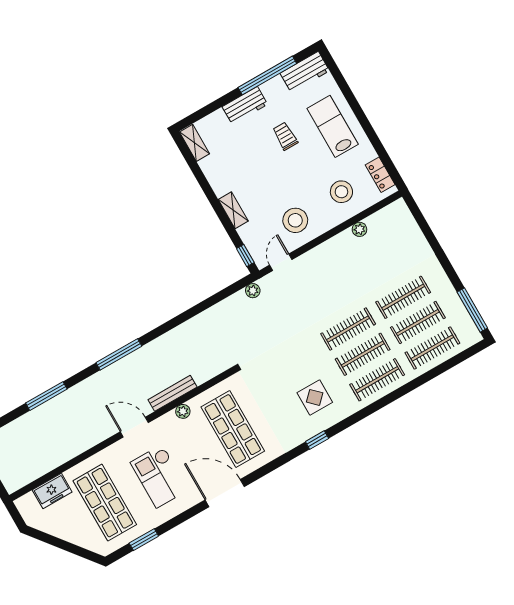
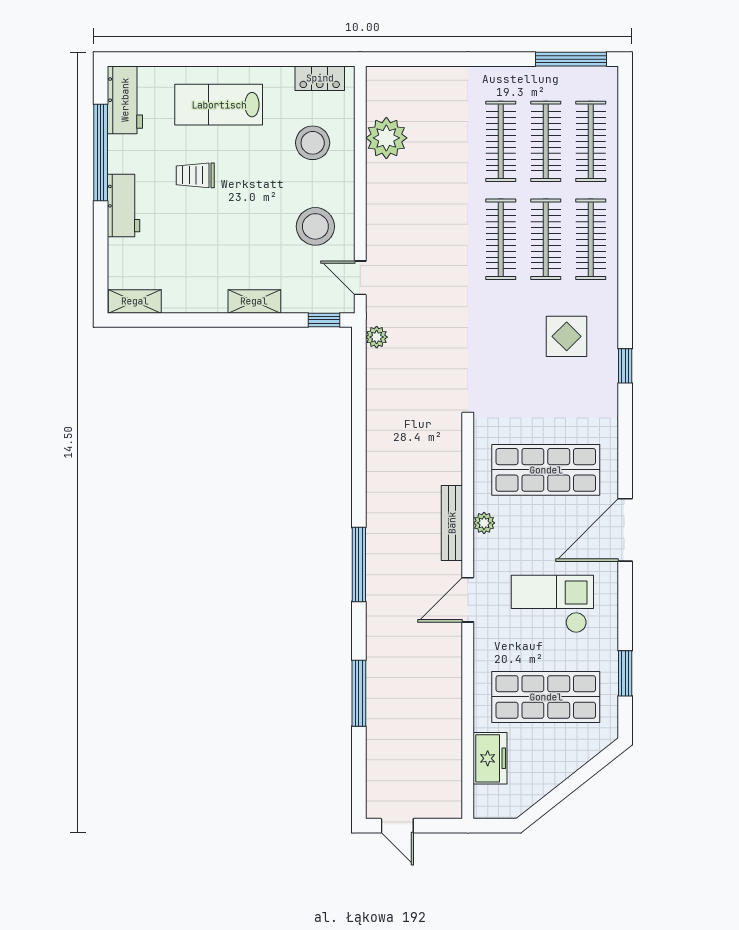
plant: (359, 229) -> (386, 138), width x1.88, depth x1.88
checkout: (159, 476) -> (552, 604), turned 180

